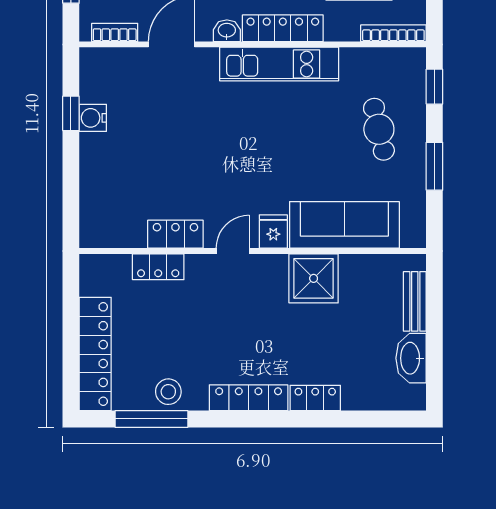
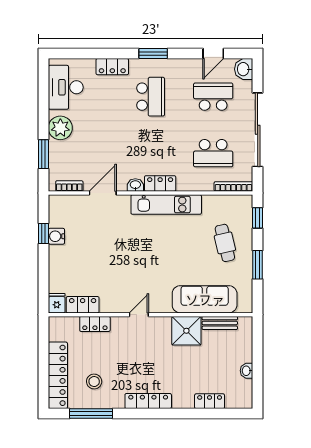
locker: (283, 28) -> (160, 184), width x0.66
fridge: (273, 232) -> (57, 303), moved
locker: (175, 234) -> (83, 305), moved
bench: (415, 301) -> (220, 323), moved, turned 90
washbasin: (411, 358) -> (247, 371), width x0.52, depth x0.69
stool: (168, 392) -> (94, 382), moved
locker: (315, 398) -> (210, 401), moved

